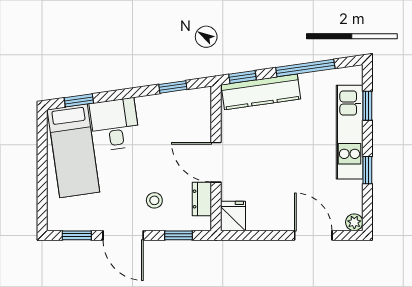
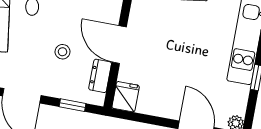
stool: (154, 200) -> (63, 52), moved

